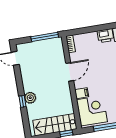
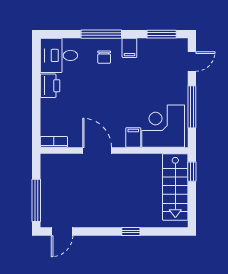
window: (45, 37) -> (36, 200), moved
plant: (30, 98) -> (127, 218), removed

